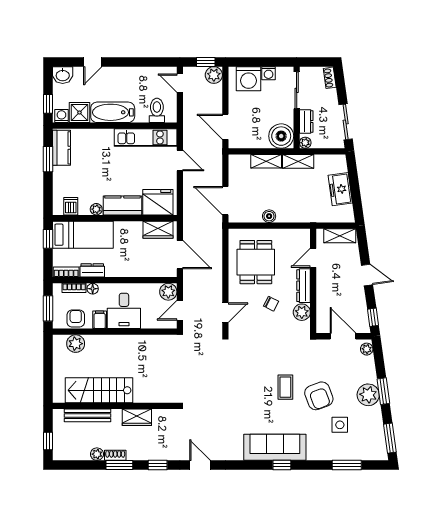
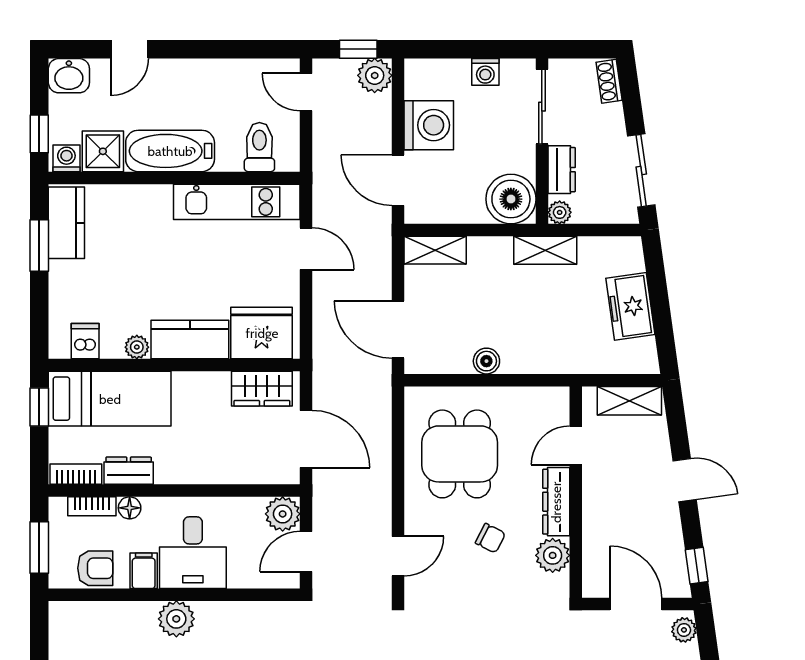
washing machine: (248, 79) -> (429, 125), moved, turned -90
shelving: (266, 161) -> (435, 250), moved
armchair: (76, 319) -> (95, 568), turned 90
plant: (76, 344) -> (176, 619), moved

